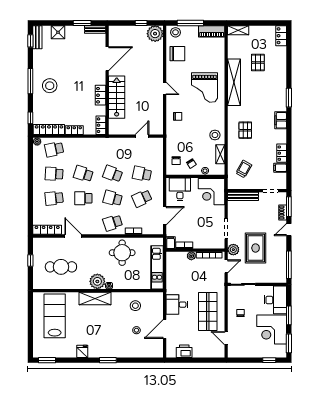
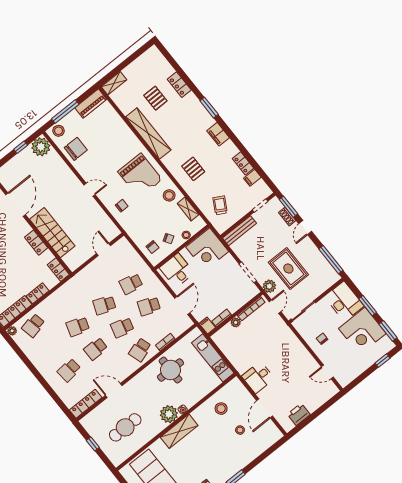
locker: (281, 36) -> (179, 85), moved
grand piano: (205, 87) -> (140, 176), moved
school desk: (54, 174) -> (51, 348), removed
school desk: (142, 198) -> (149, 306), turned 45
shop shelf: (208, 311) -> (291, 361), removed

